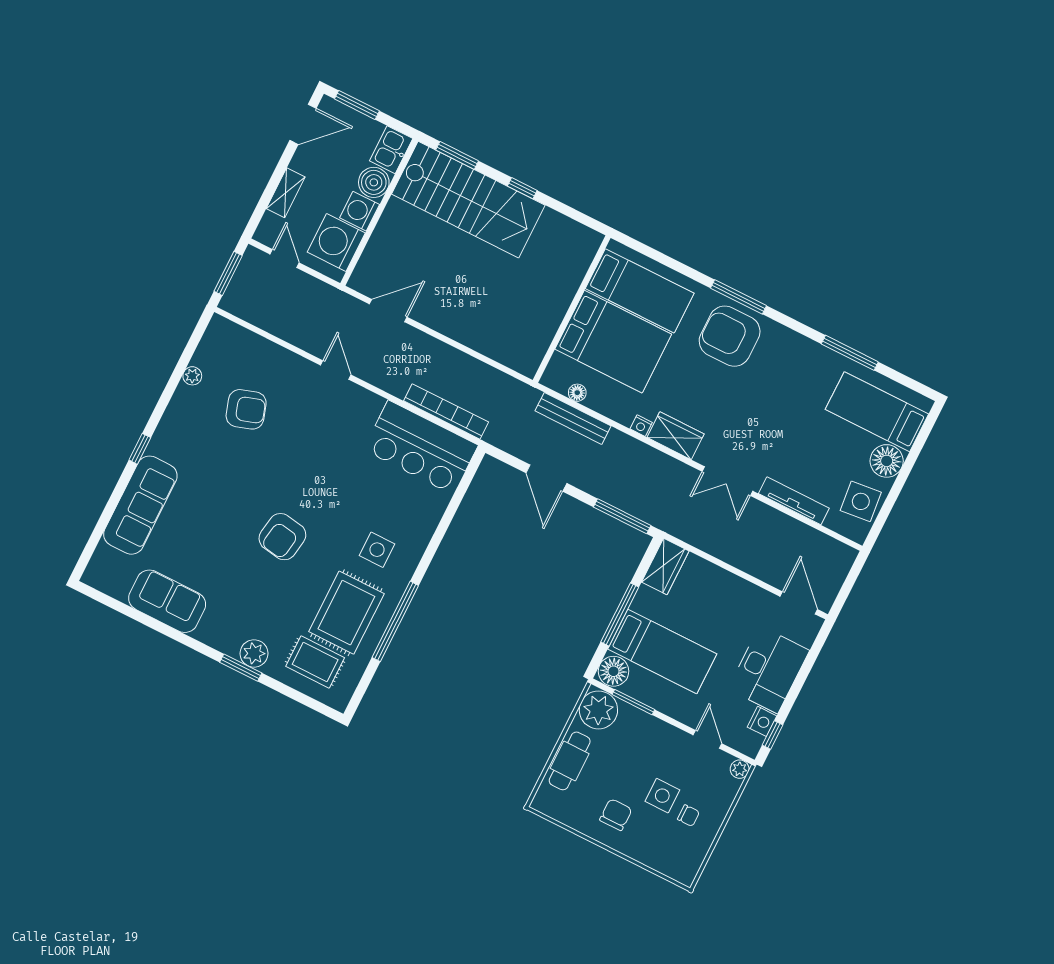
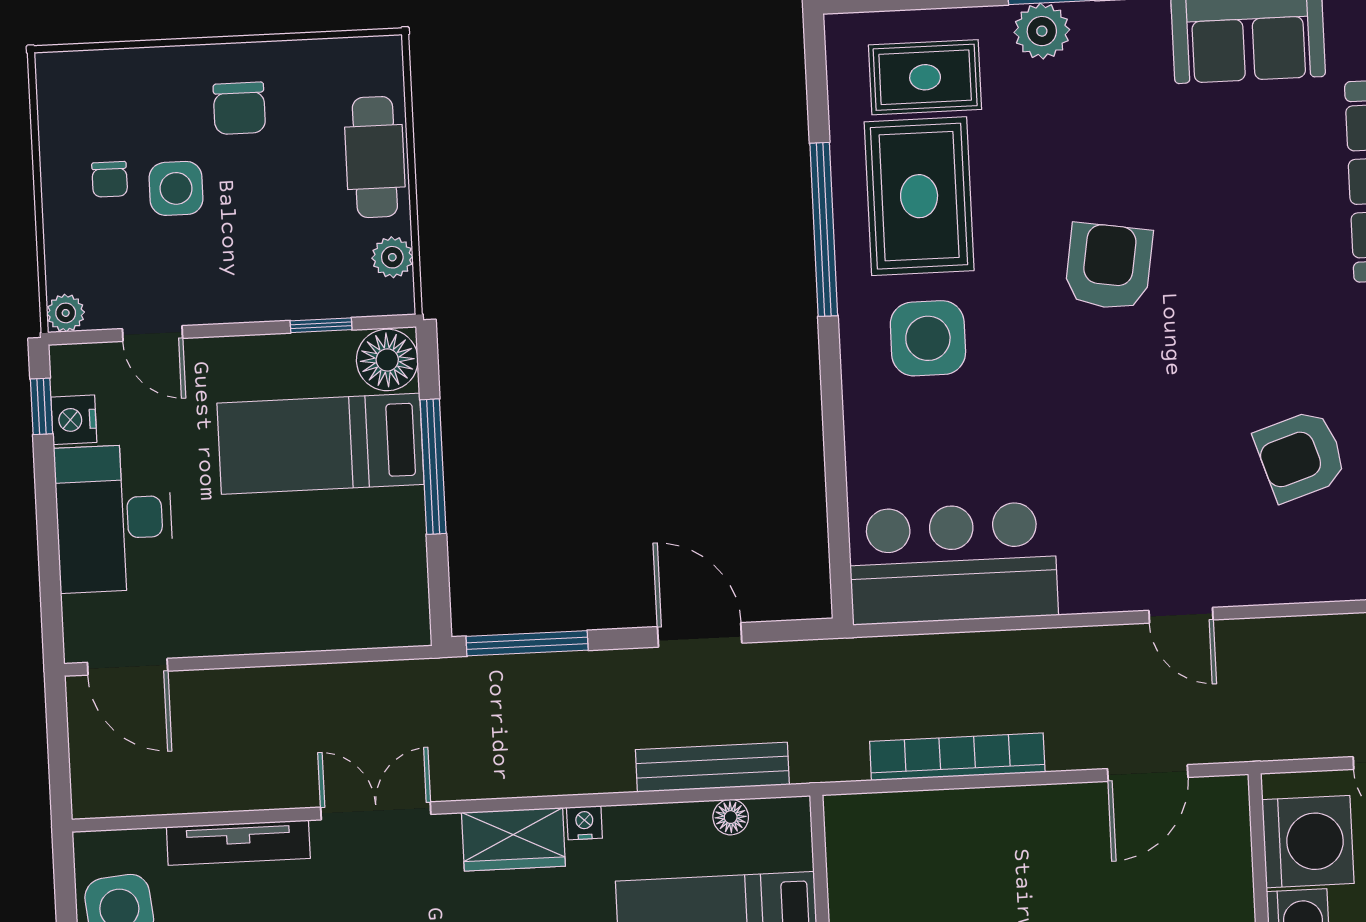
bookcase: (446, 411) -> (957, 757), moved, turned 180
side table: (377, 550) -> (928, 338), width x1.37, depth x1.37
wardrobe: (665, 566) -> (401, 597), removed
window: (633, 702) -> (321, 325), width x0.67
plant: (598, 710) -> (392, 257), width x0.53, depth x0.53
chair: (688, 816) -> (110, 179), turned -90

